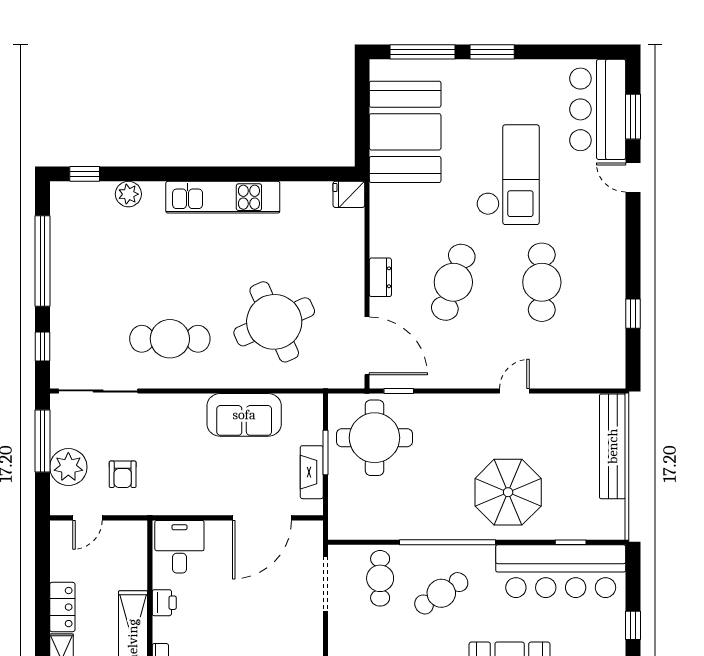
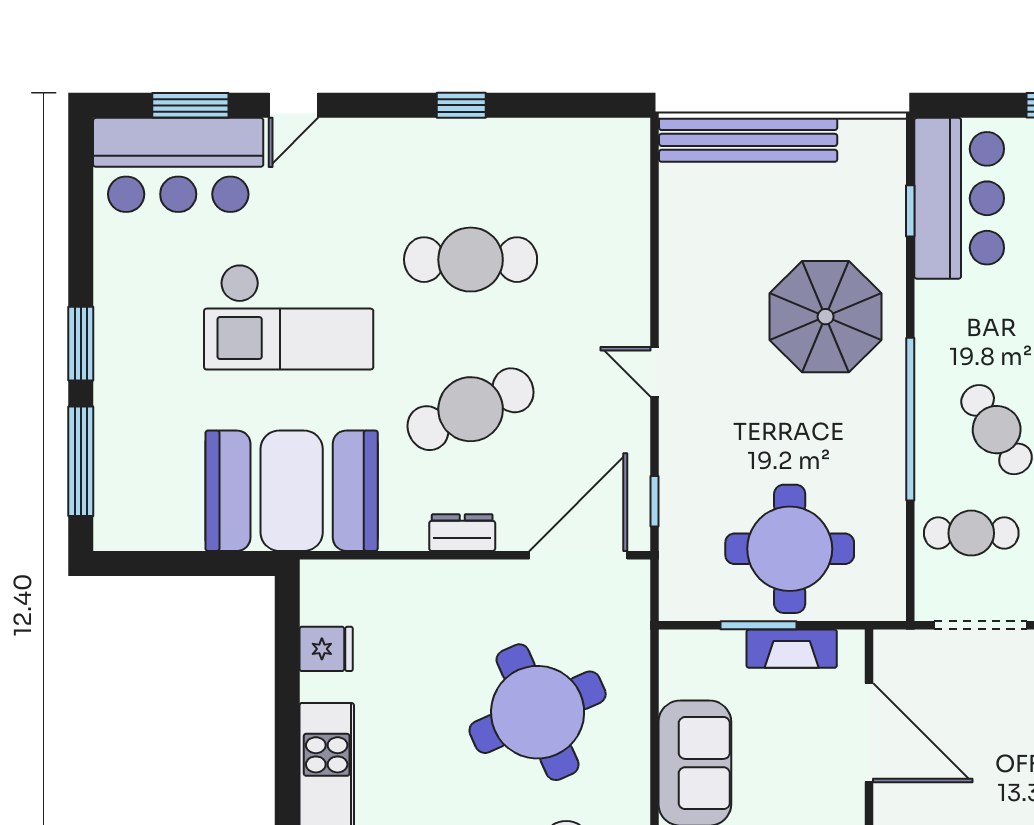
booth: (405, 132) -> (292, 491), moved
checkout: (508, 175) -> (289, 317), turned 180
fridge: (349, 194) -> (326, 649), moved, turned -90
cafe table: (453, 282) -> (471, 409), turned -42
window: (633, 314) -> (461, 105), moved
door: (514, 391) -> (654, 372), moved
round table: (374, 438) -> (790, 549), moved
bar counter: (561, 571) -> (959, 198), width x0.73

